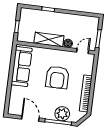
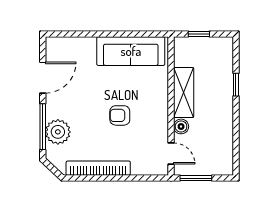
armchair: (57, 77) -> (120, 115), width x0.53, depth x0.53

